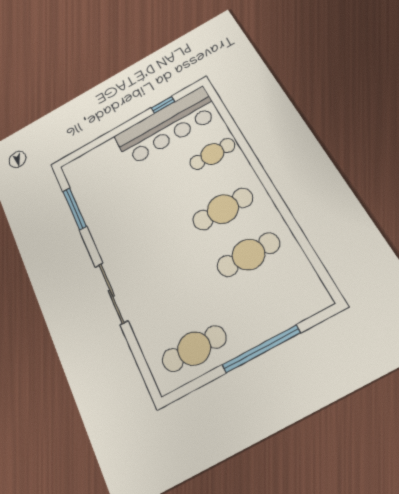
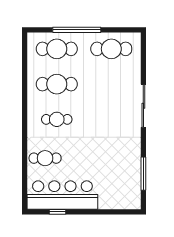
cafe table: (223, 209) -> (57, 119), width x0.73, depth x0.74
cafe table: (276, 304) -> (57, 49), added

